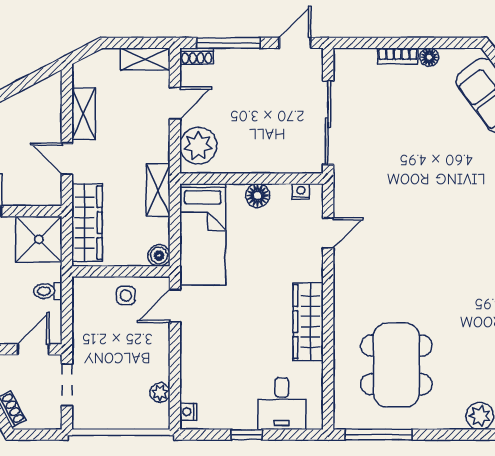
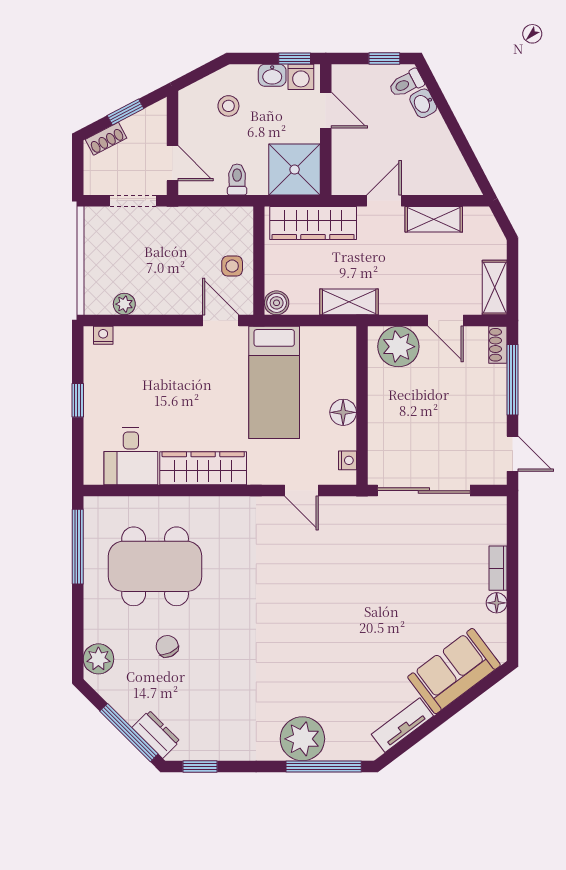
bed: (203, 234) -> (274, 382), moved, turned -90
chair: (468, 354) -> (167, 646), added
desk: (282, 404) -> (131, 456), moved, turned -90

